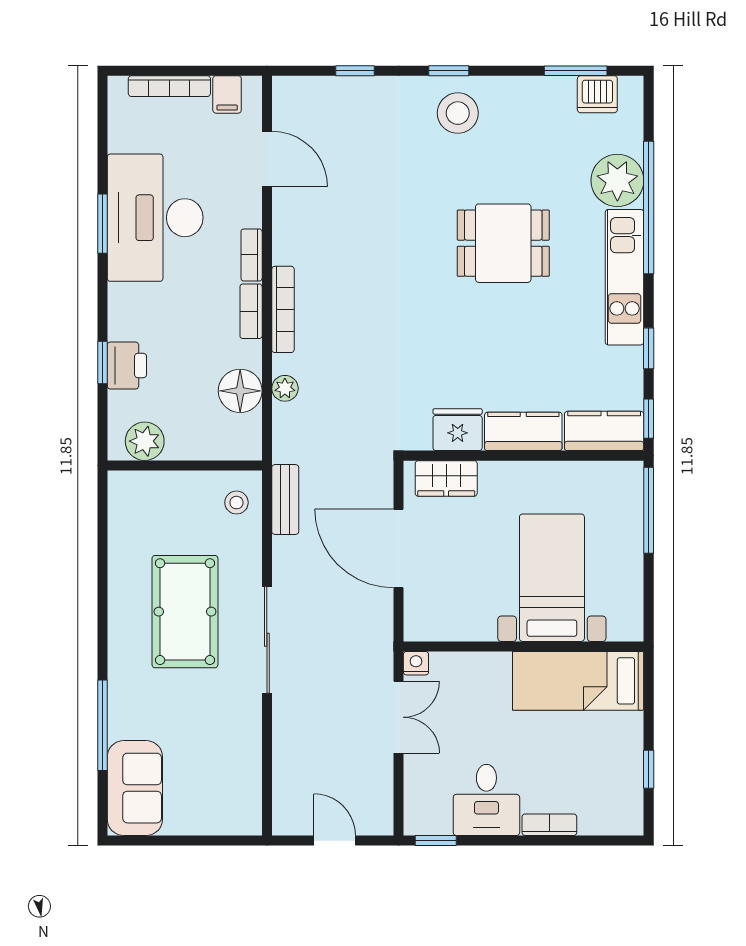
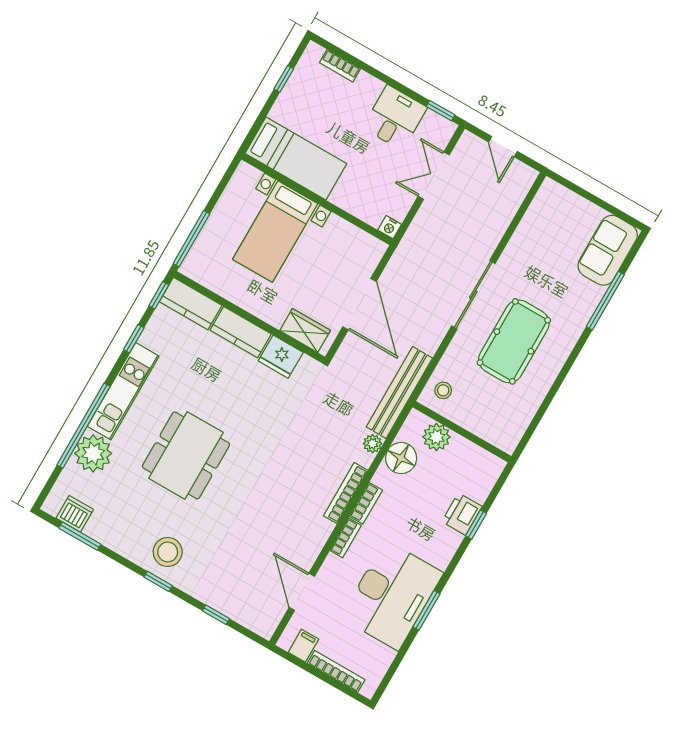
dining table: (503, 243) -> (186, 455), width x1.37
plant: (145, 441) -> (436, 437), moved
bench: (285, 499) -> (399, 393), width x1.86, depth x1.21
double door: (399, 717) -> (434, 176), moved
bookcase: (549, 825) -> (340, 66), moved

